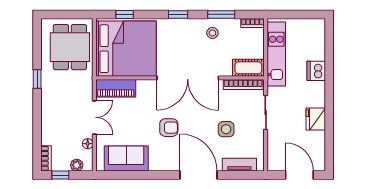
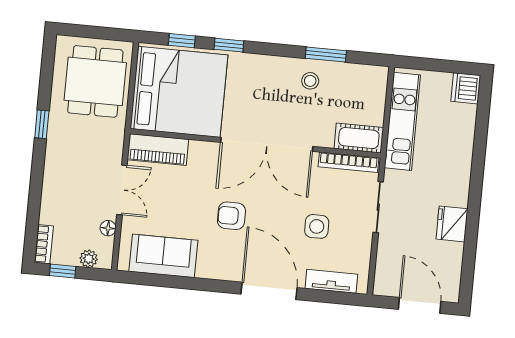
window: (178, 14) -> (229, 45), moved
bookcase: (253, 23) -> (371, 72), removed
dishwasher: (316, 71) -> (466, 88), moved
armchair: (169, 128) -> (231, 216), turned 180

